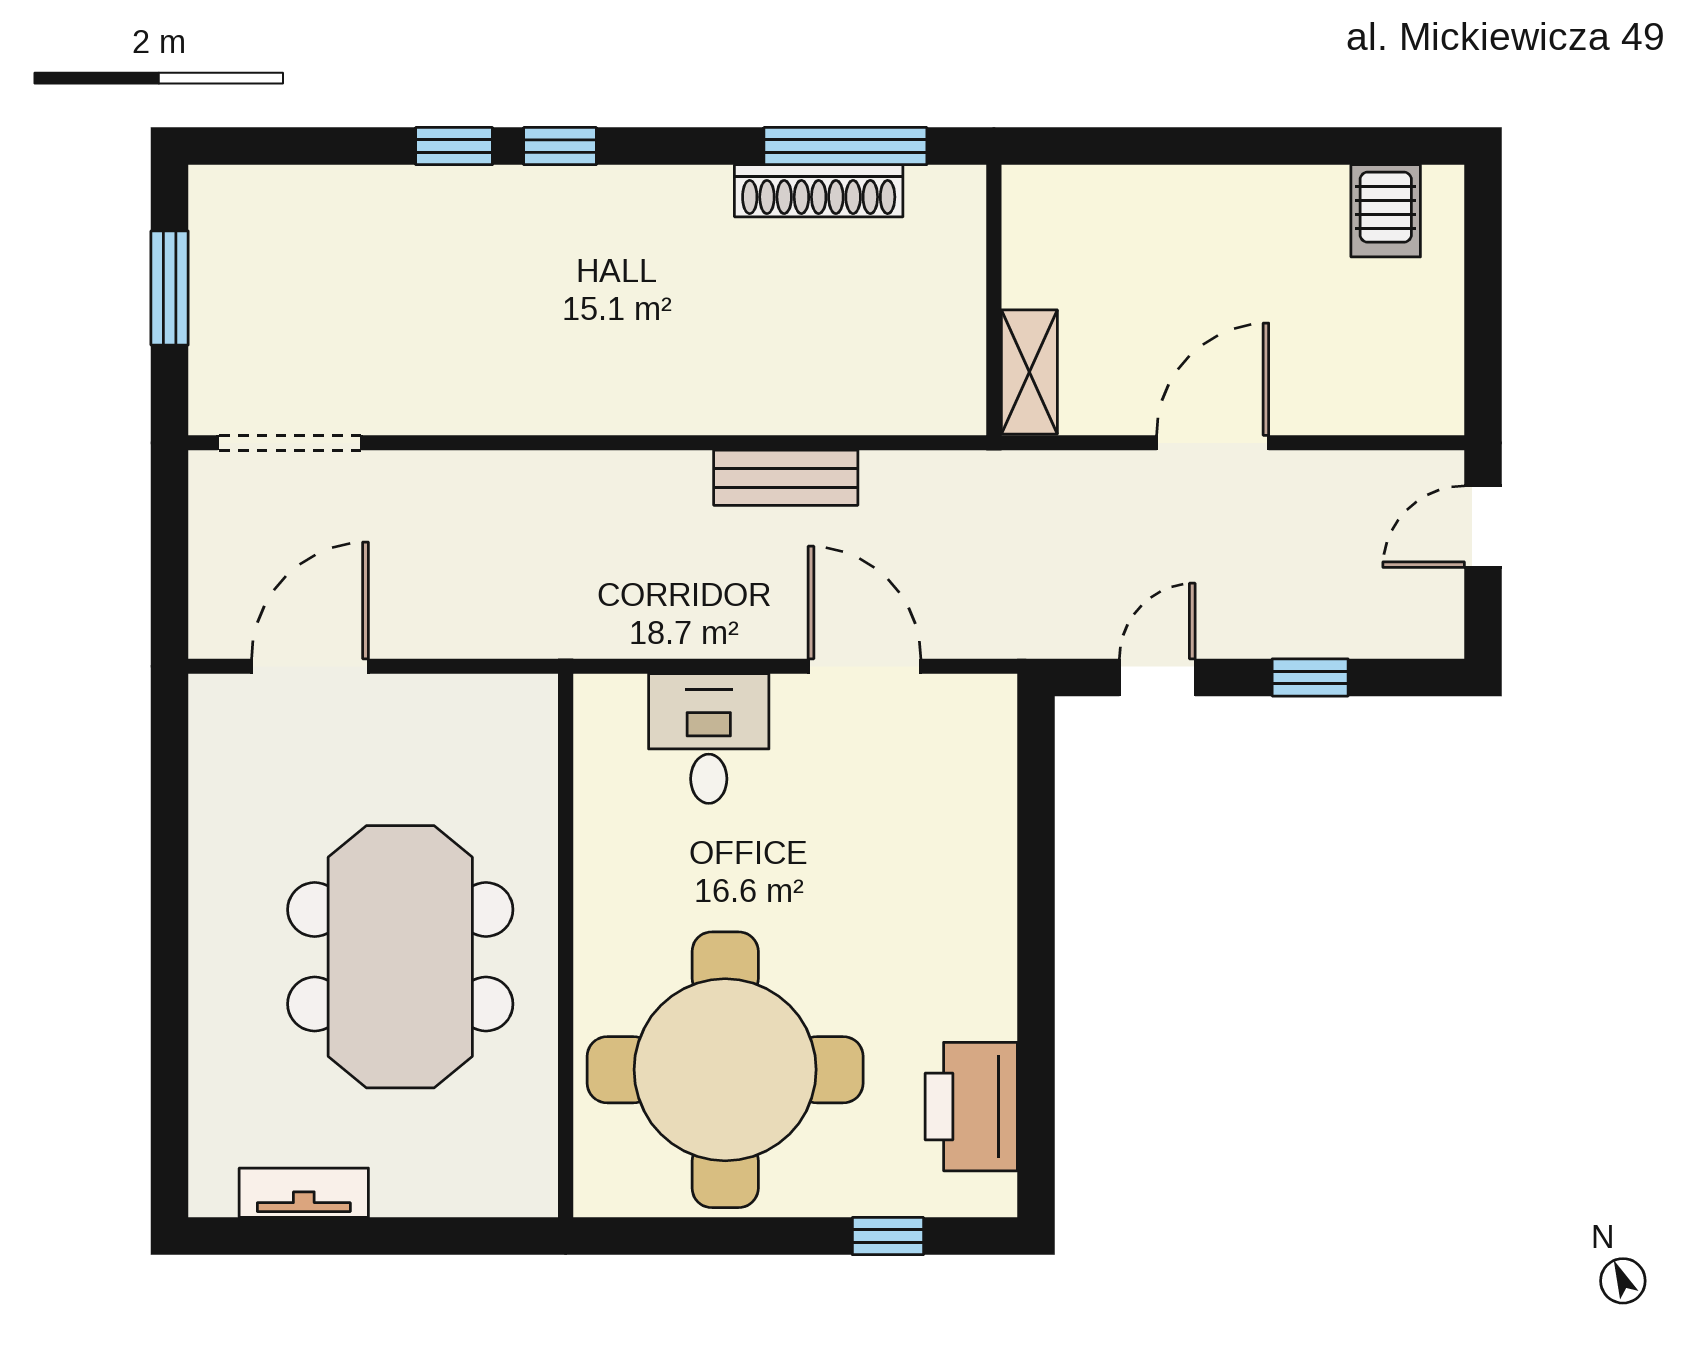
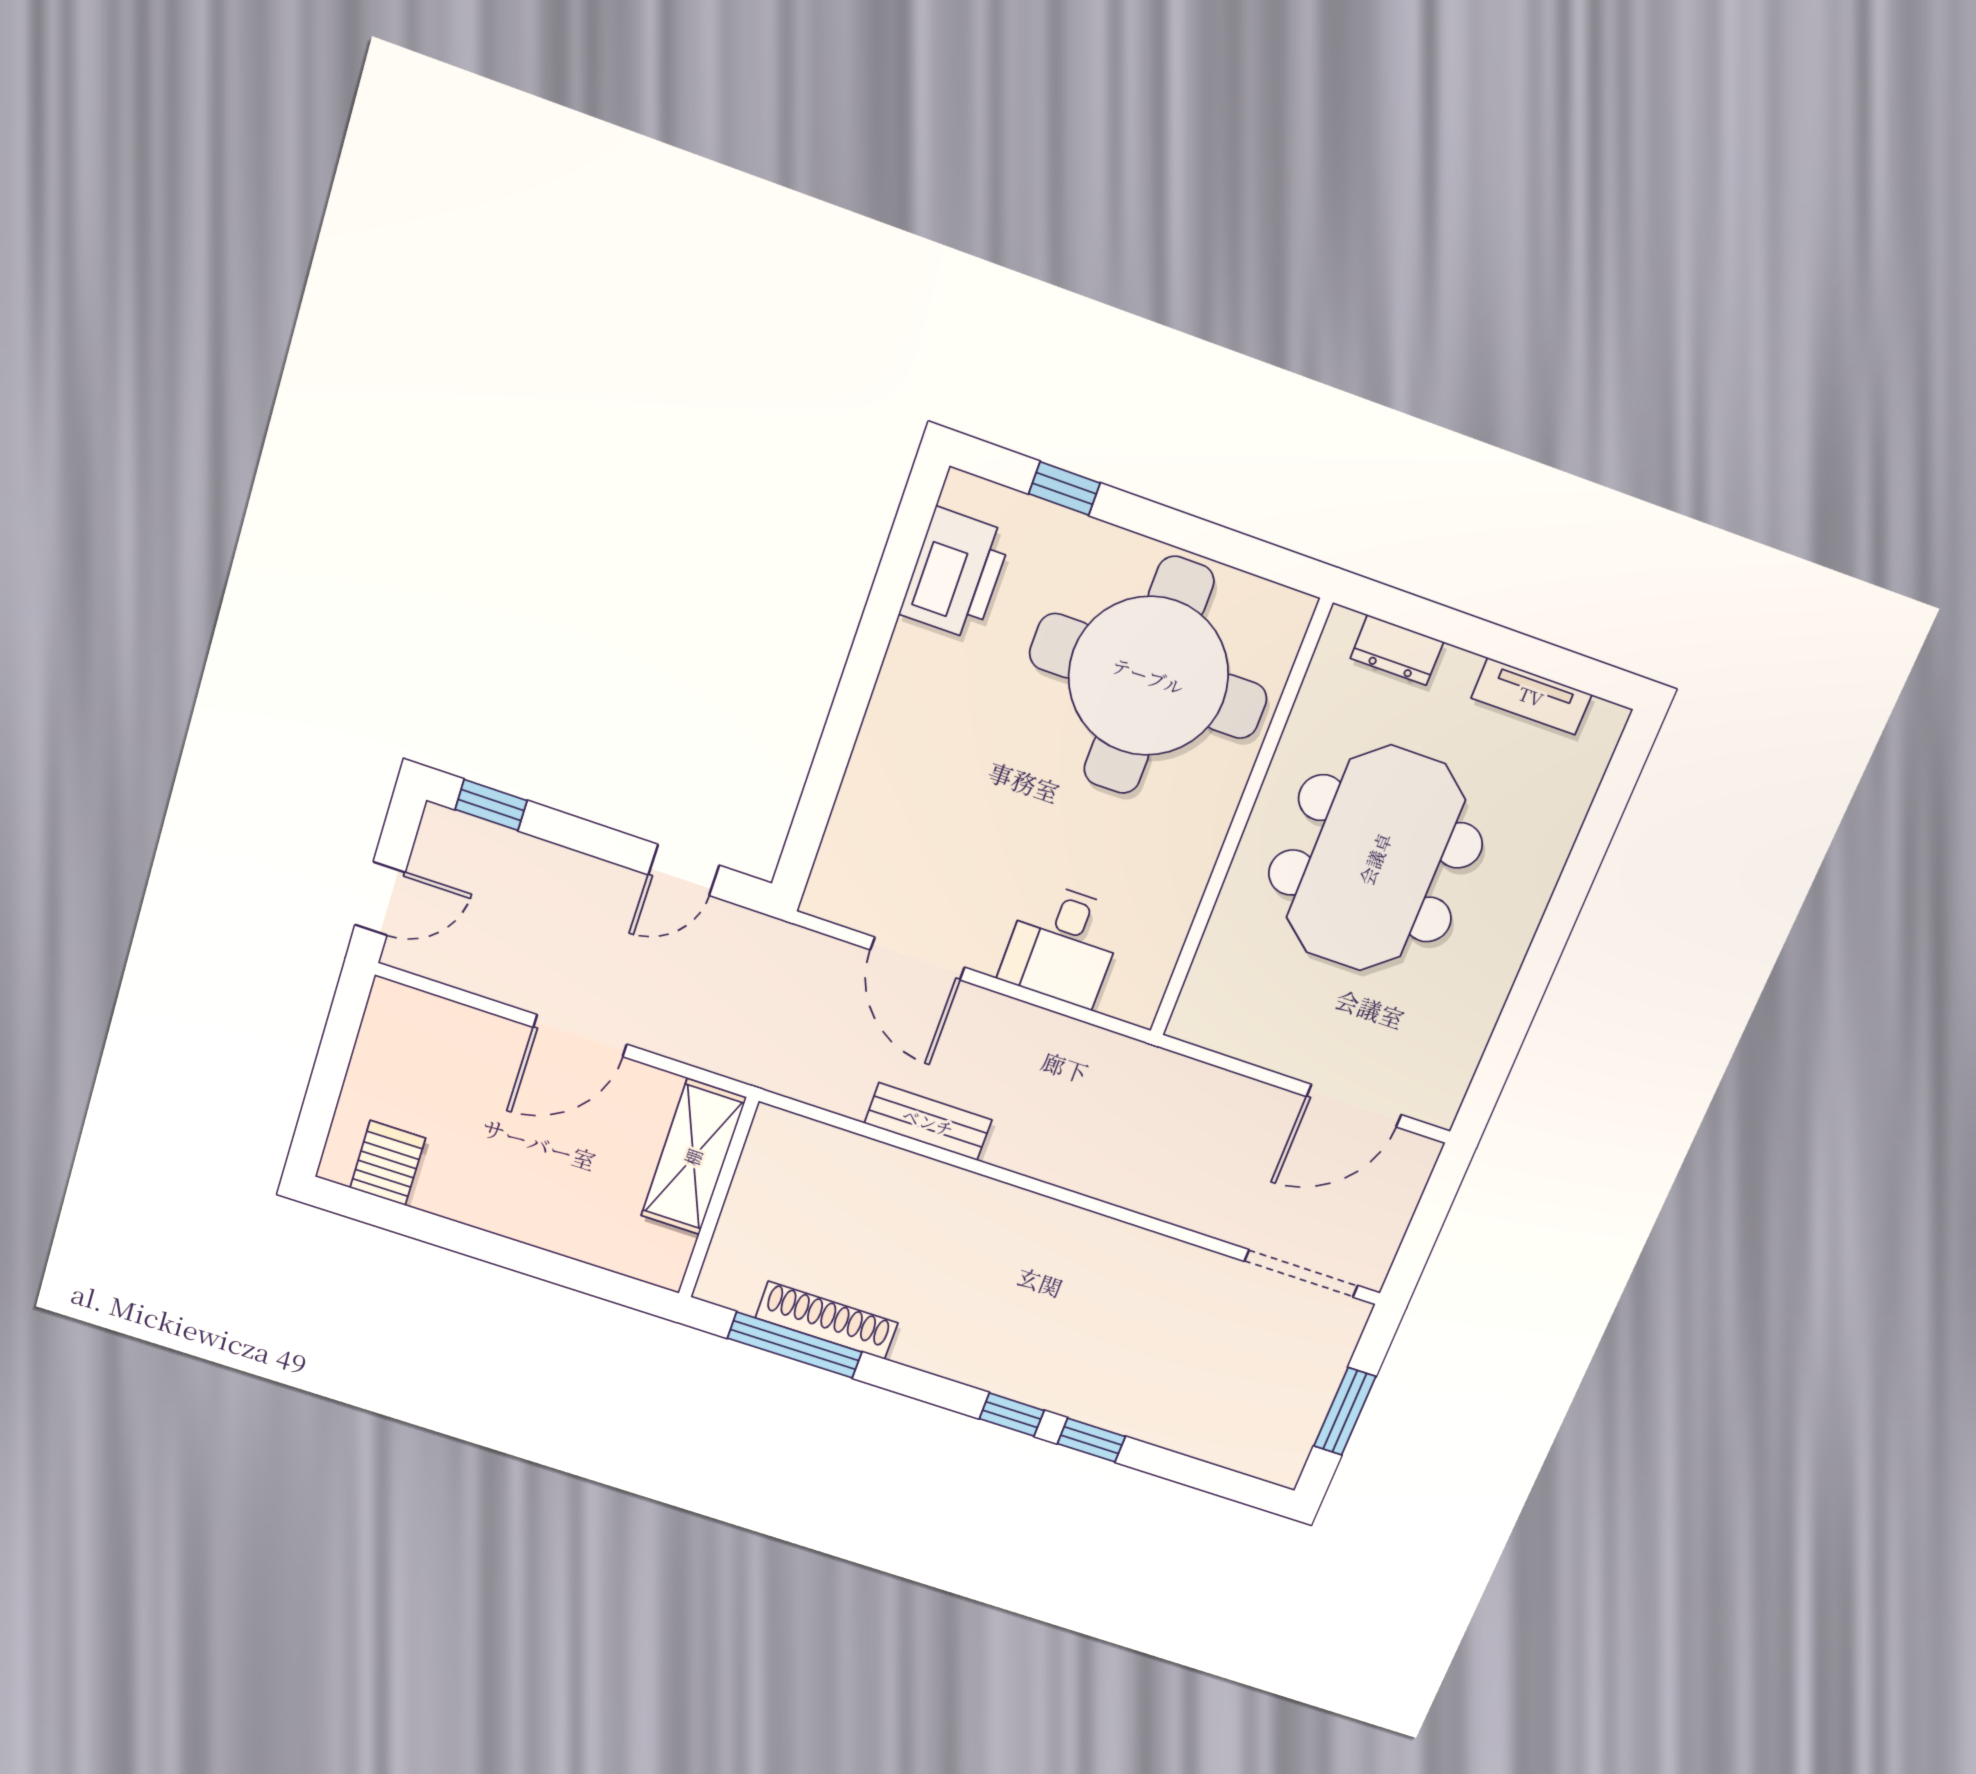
shelving: (1029, 372) -> (693, 1157), width x1.50, depth x1.33
window: (1310, 677) -> (491, 805), moved
dresser: (469, 1191) -> (1397, 650), added

